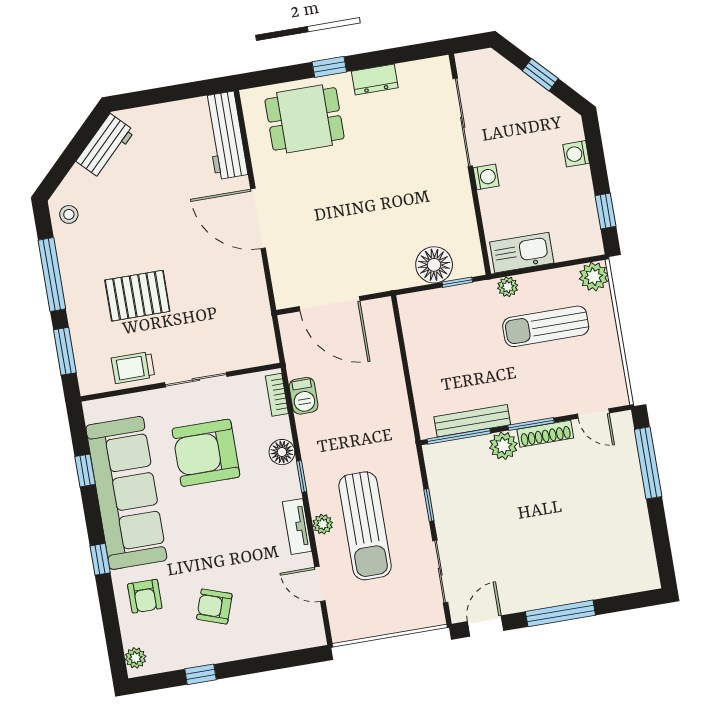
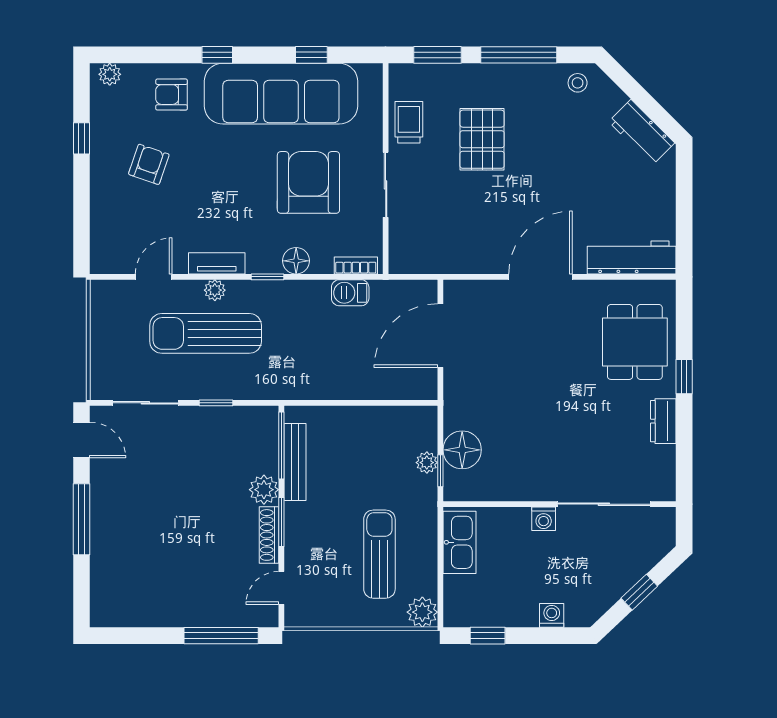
plant: (508, 287) -> (427, 463), moved

